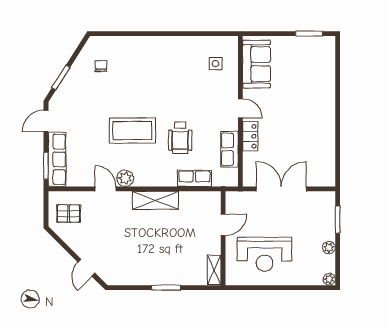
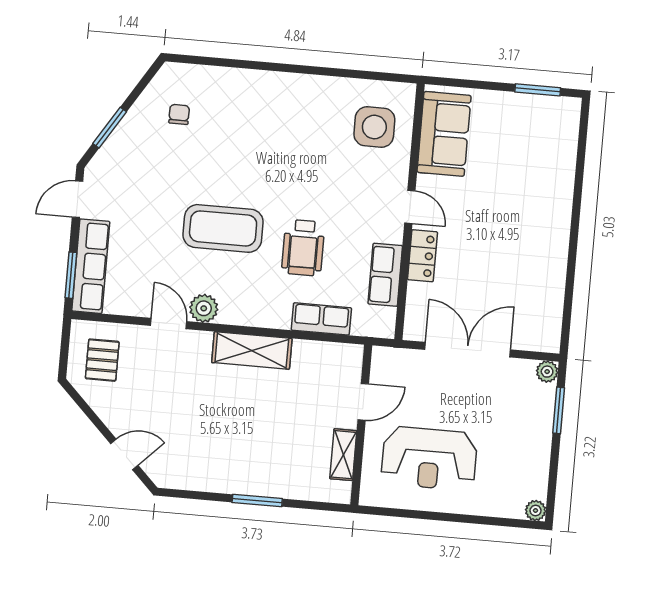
side table: (216, 64) -> (374, 127), width x1.87, depth x1.87
pallet: (69, 214) -> (102, 360), turned 90
plant: (329, 248) -> (547, 372), moved
door: (86, 268) -> (124, 454), swing flipped
shelving: (214, 270) -> (343, 455), moved

